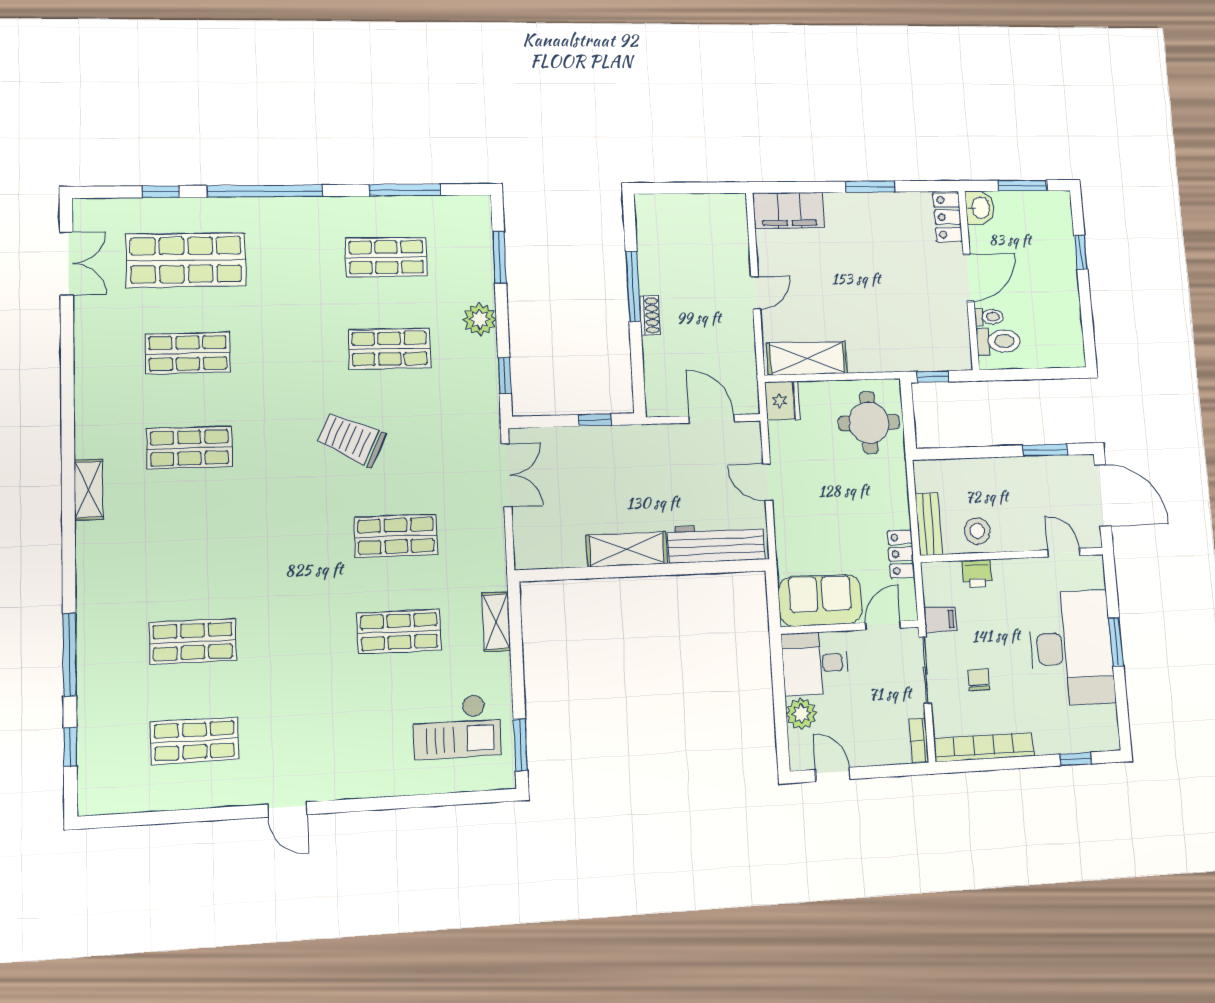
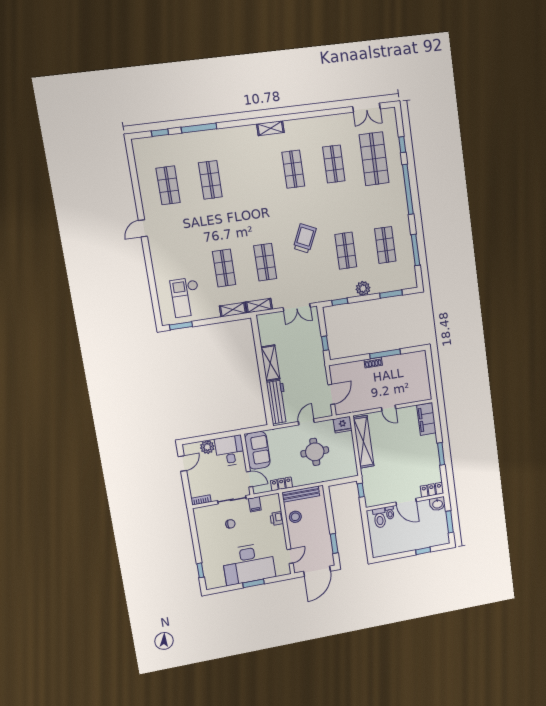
shelving: (807, 358) -> (364, 442), width x1.47
round table: (869, 423) -> (315, 452), moved
bench: (929, 524) -> (301, 494), width x1.36
shelving: (494, 561) -> (259, 306), added
bookcase: (984, 747) -> (201, 529), removed

